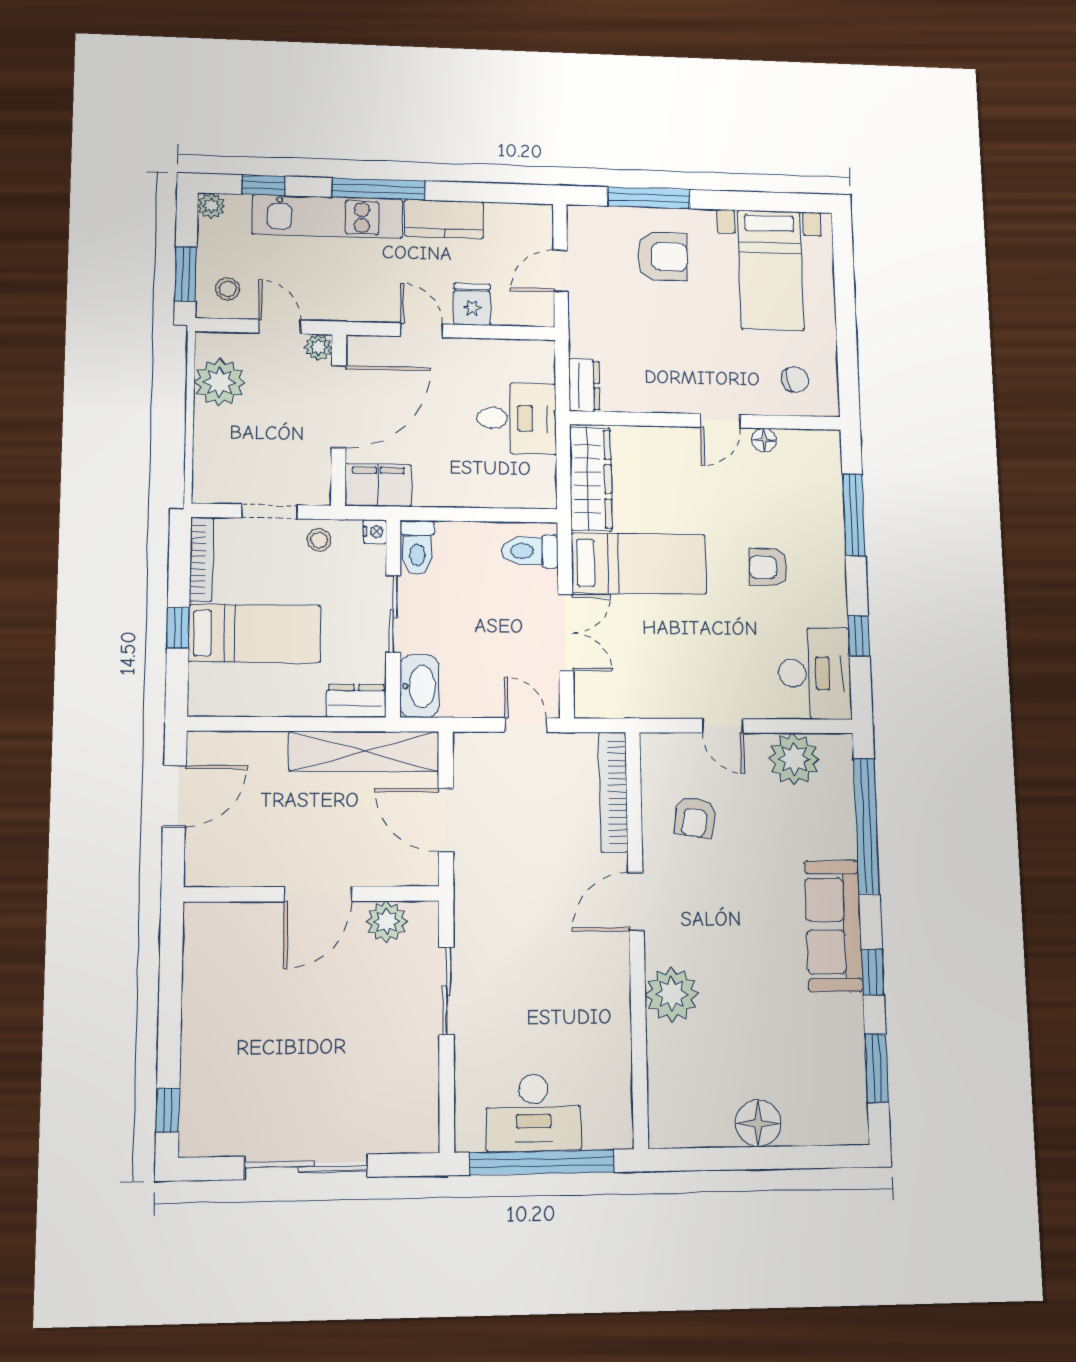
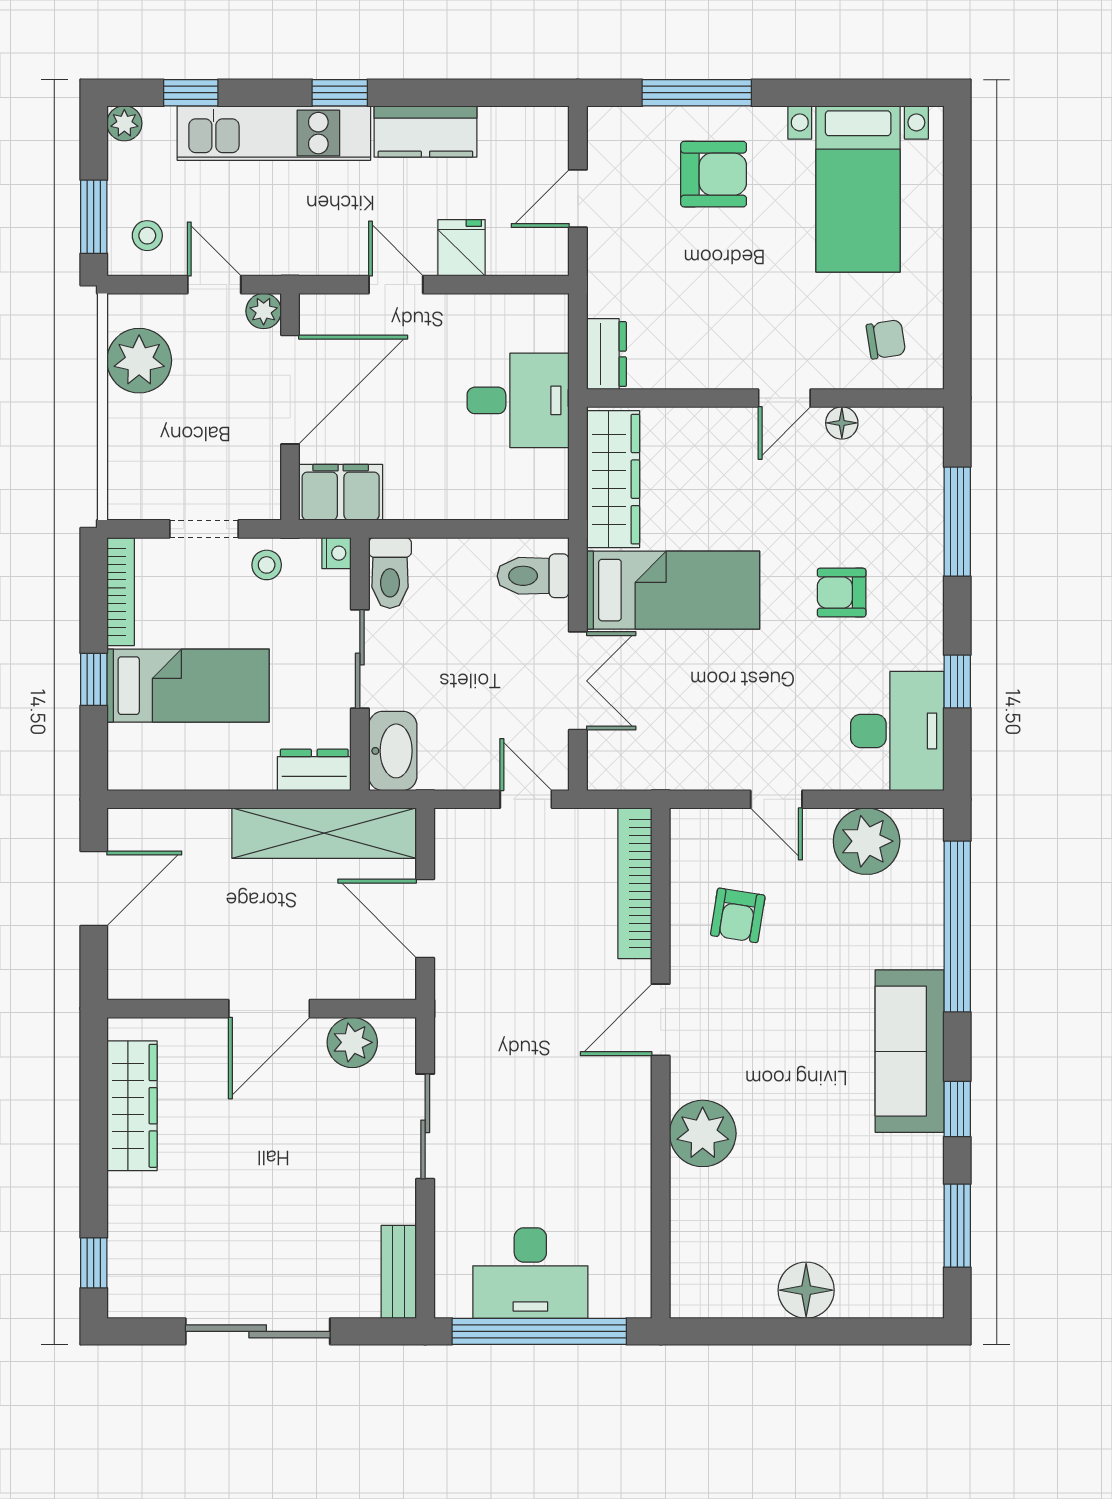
window: (378, 189) -> (340, 93), width x0.46
wardrobe: (203, 976) -> (132, 1106), added
bench: (425, 1114) -> (399, 1272), added

